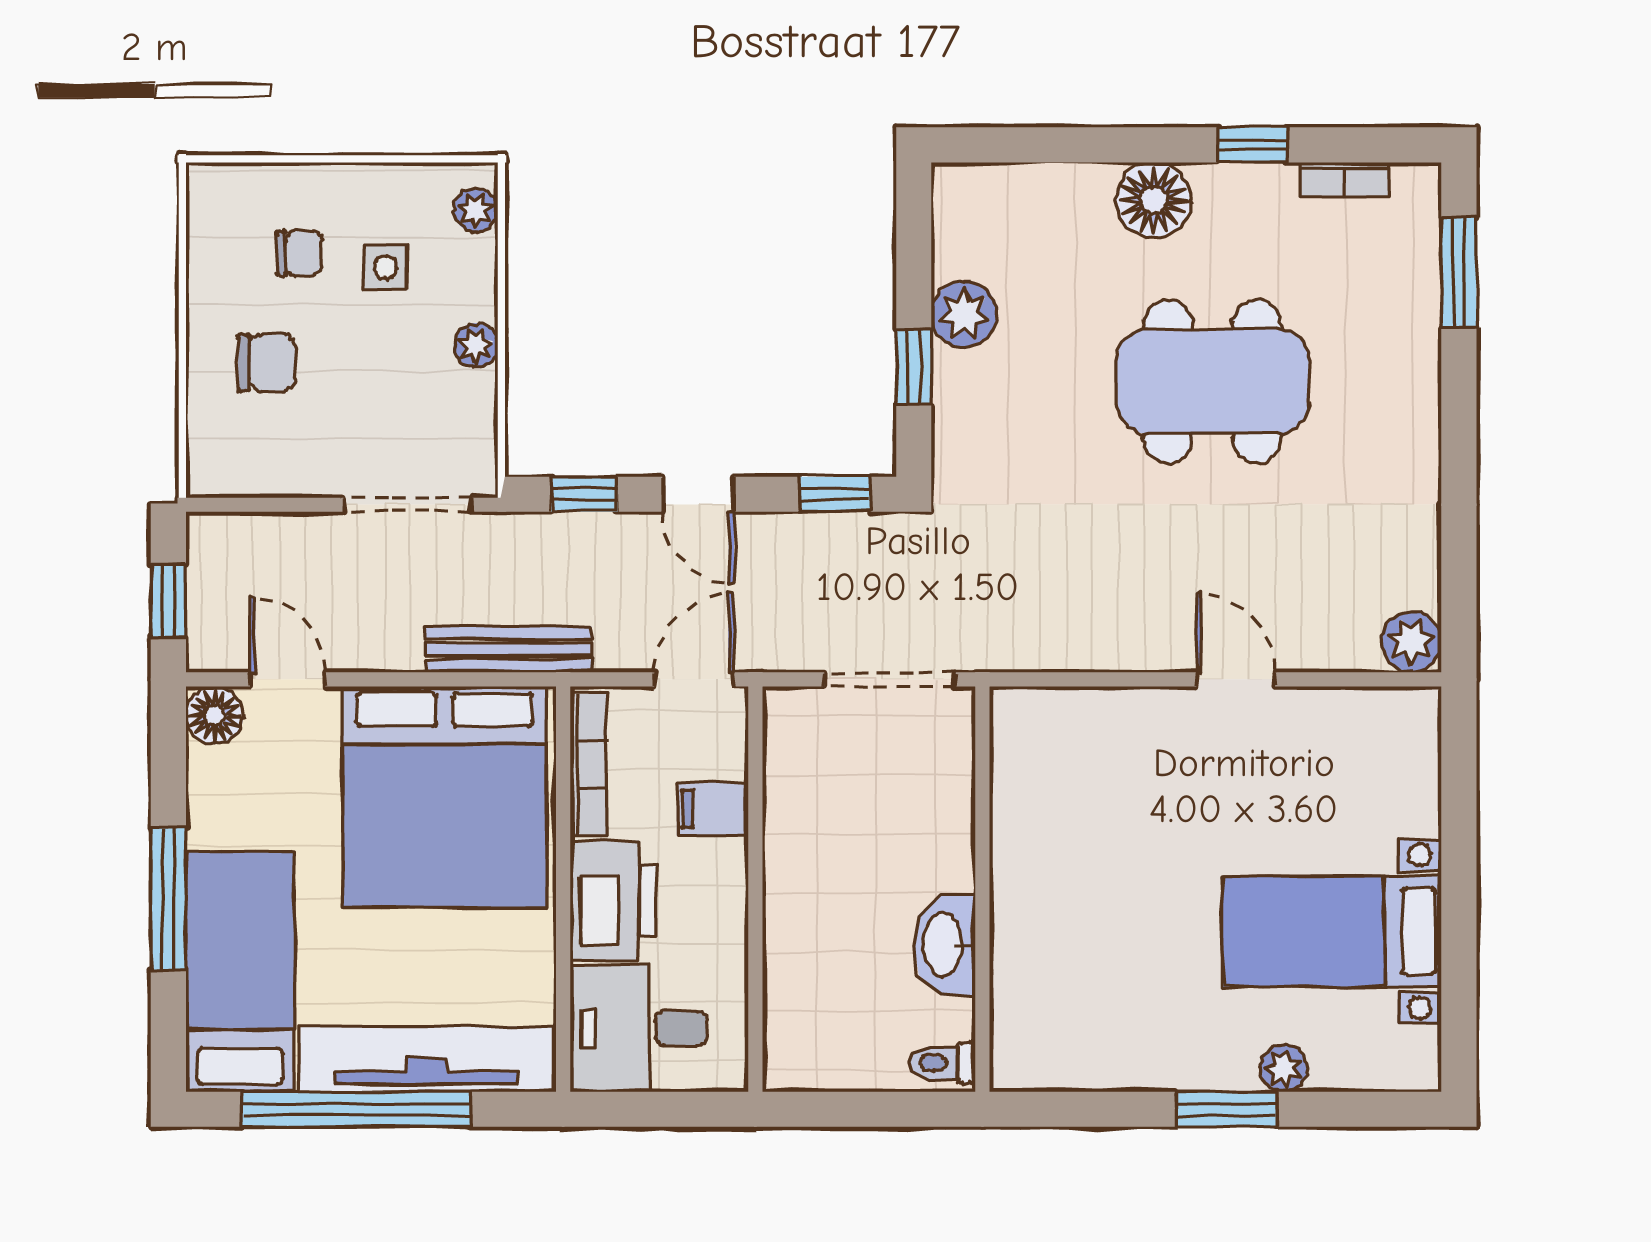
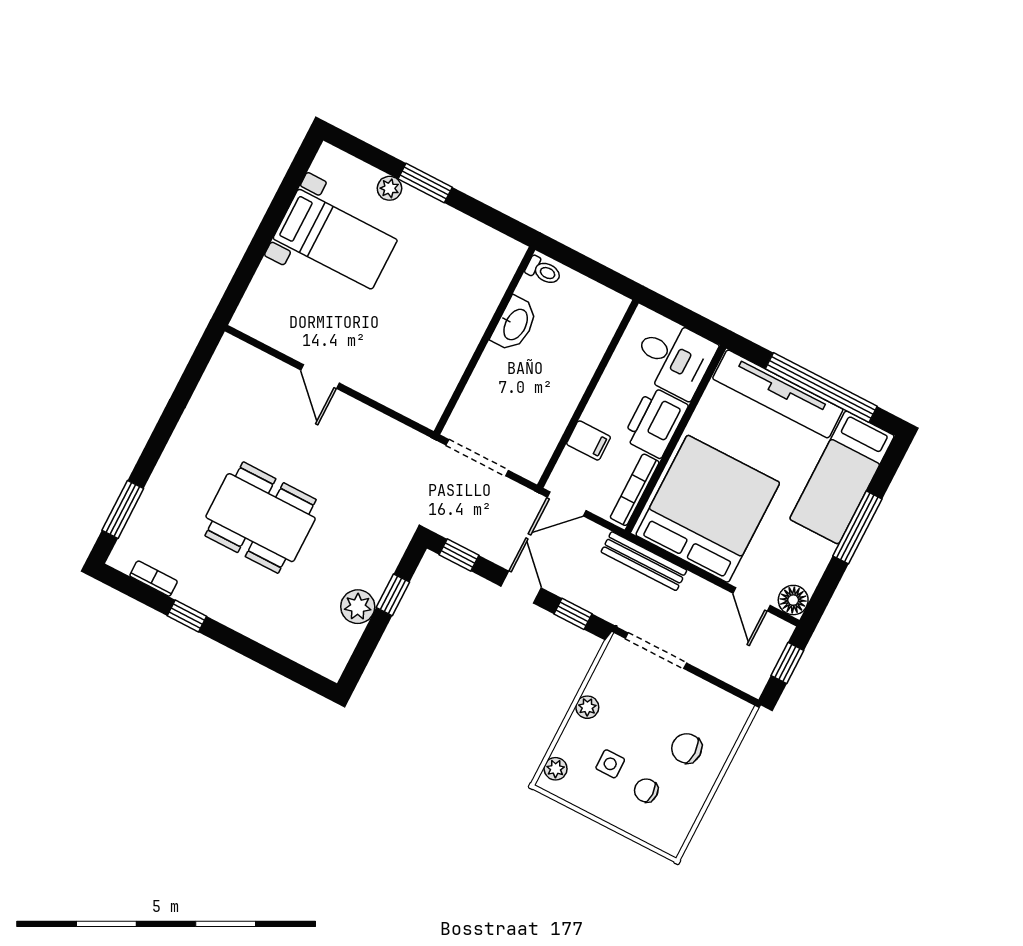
floor lamp: (1153, 200) -> (245, 614), removed
plant: (1411, 642) -> (231, 353), removed

